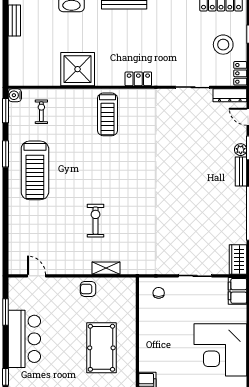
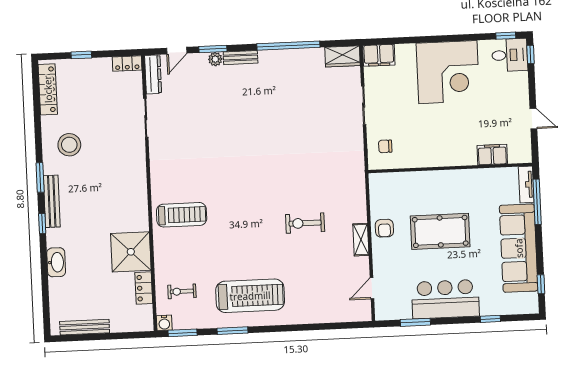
bench: (14, 21) -> (85, 327), width x1.36
stool: (223, 45) -> (69, 145), moved
locker: (138, 79) -> (144, 288), moved
shelving: (106, 268) -> (361, 240), moved
pool table: (101, 348) -> (440, 231), moved

